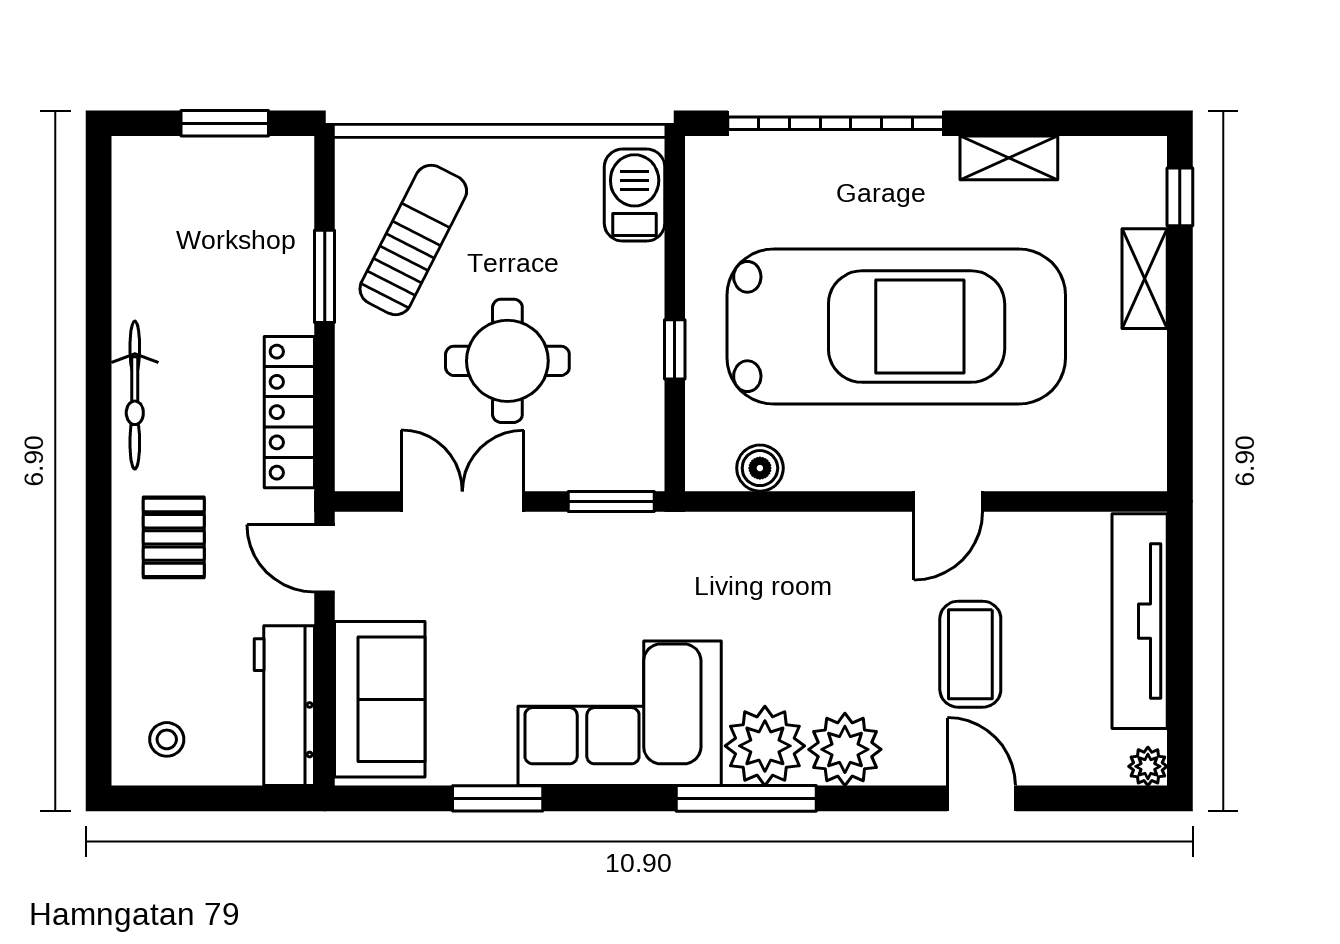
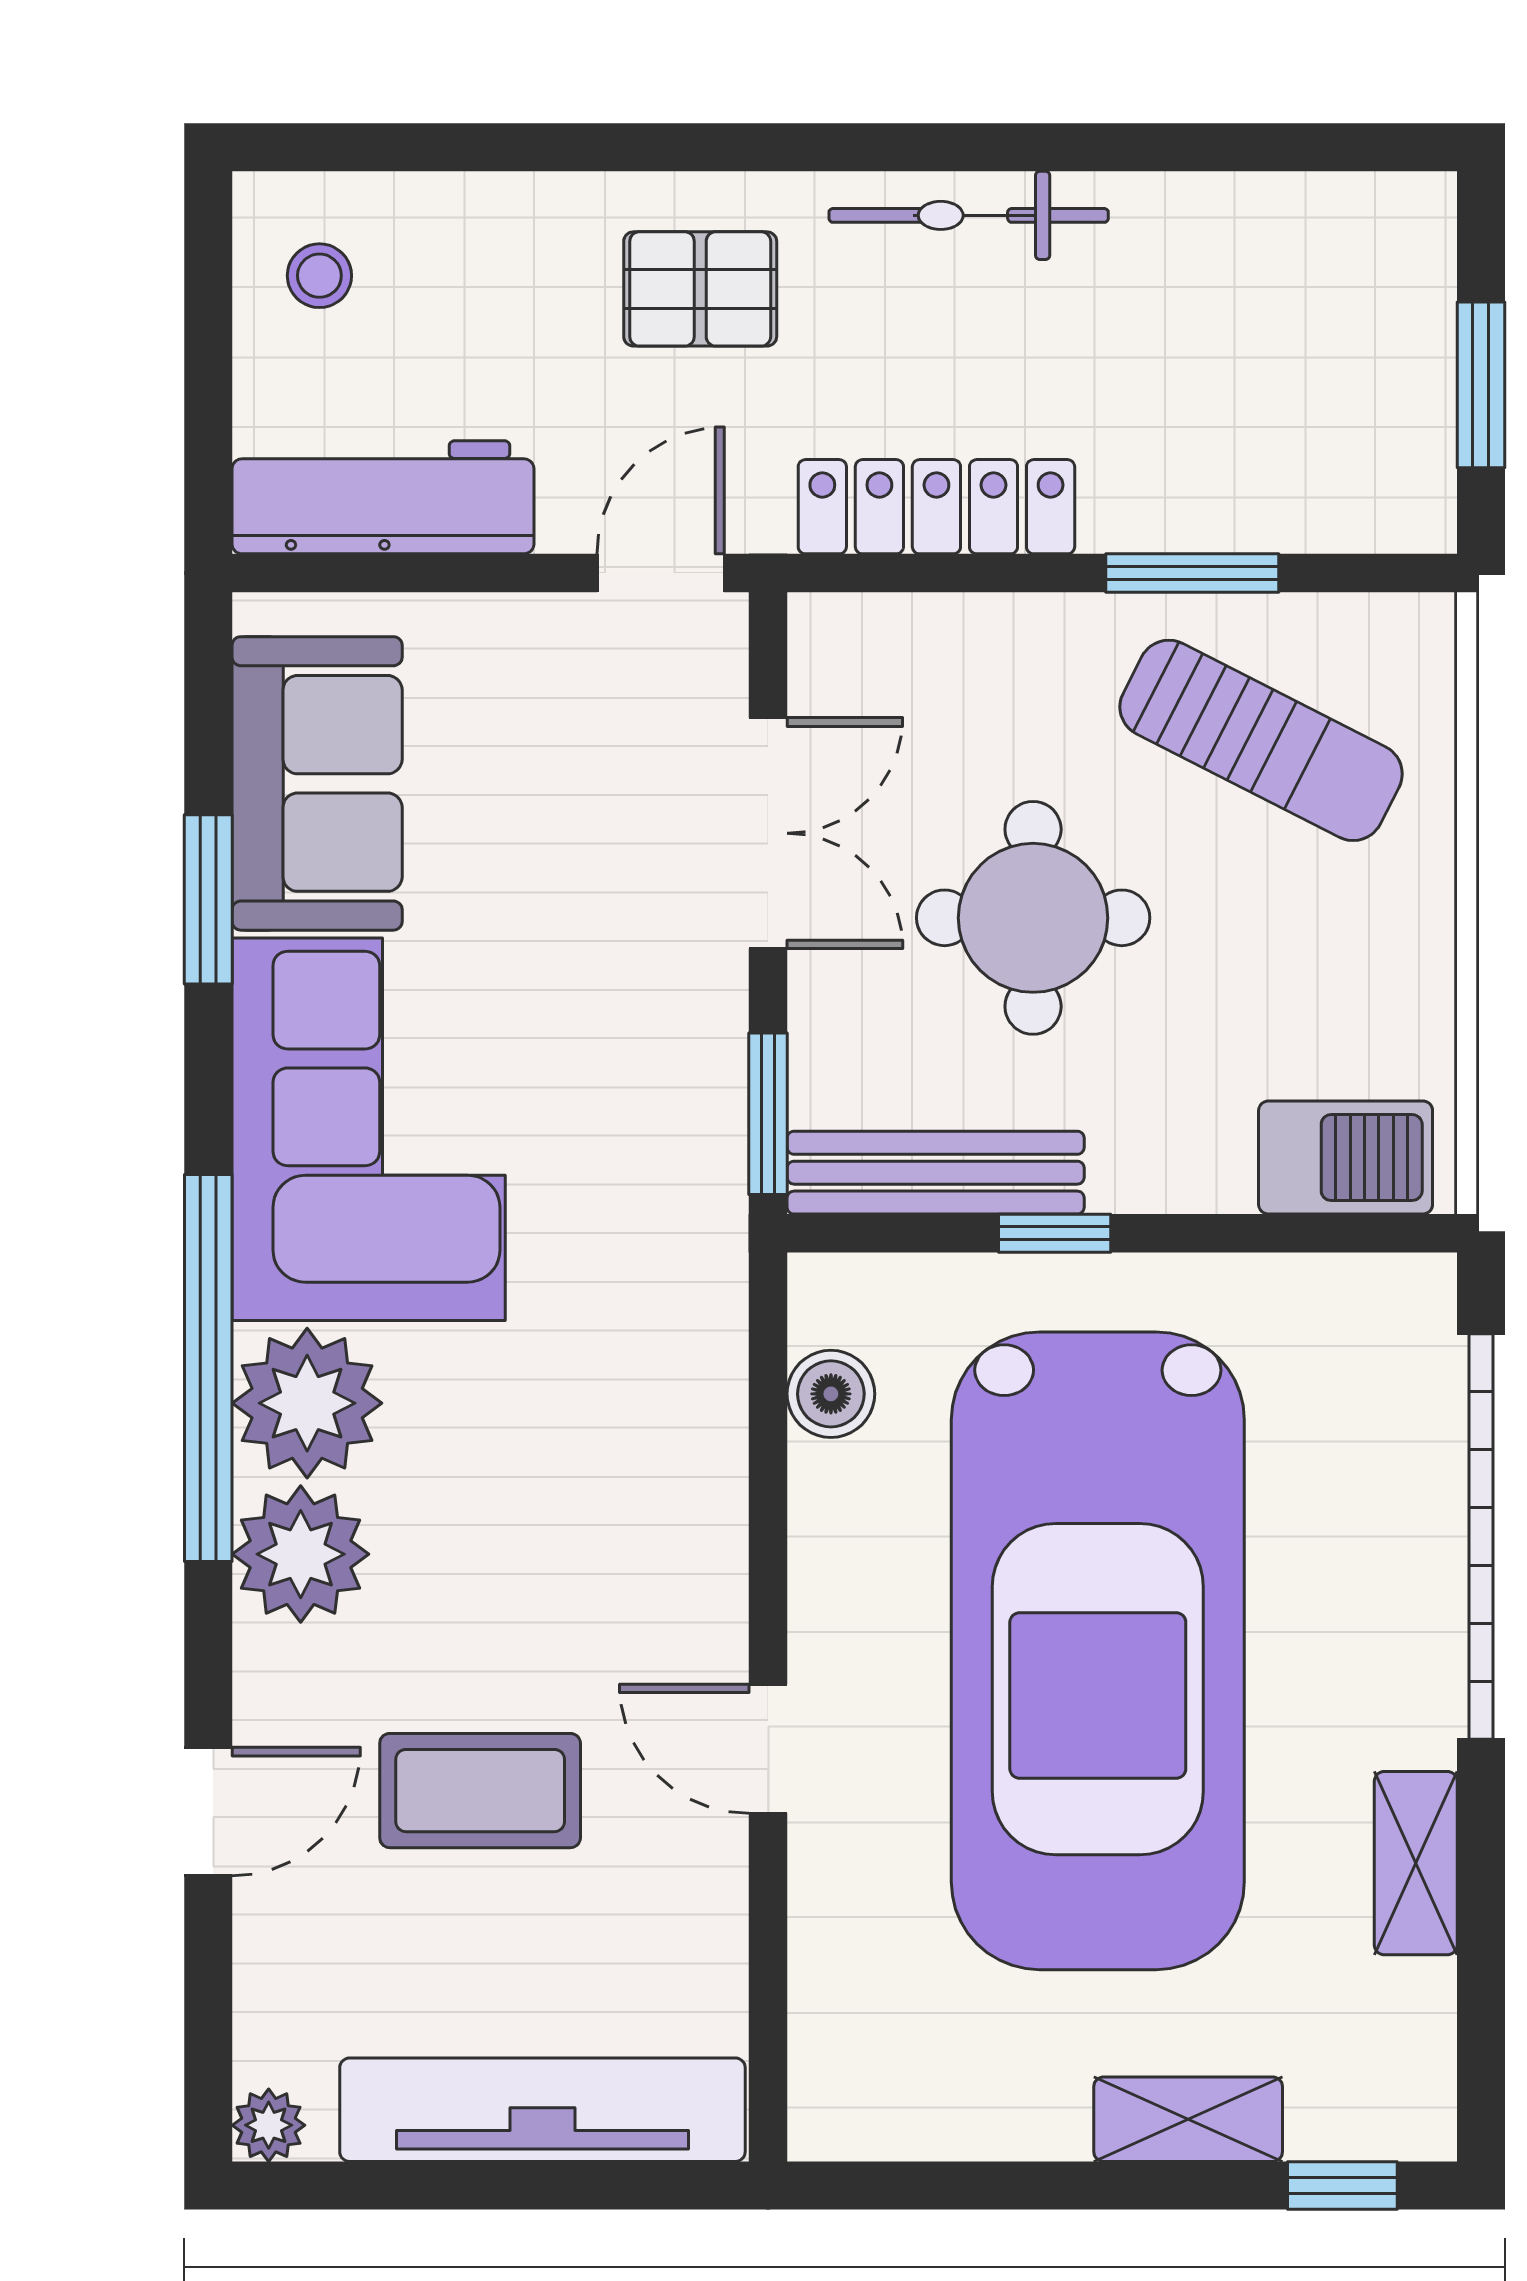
bench: (643, 413) -> (936, 1173), added
sofa: (380, 699) -> (317, 783), moved, turned -90
window: (746, 798) -> (208, 1368), width x1.46

